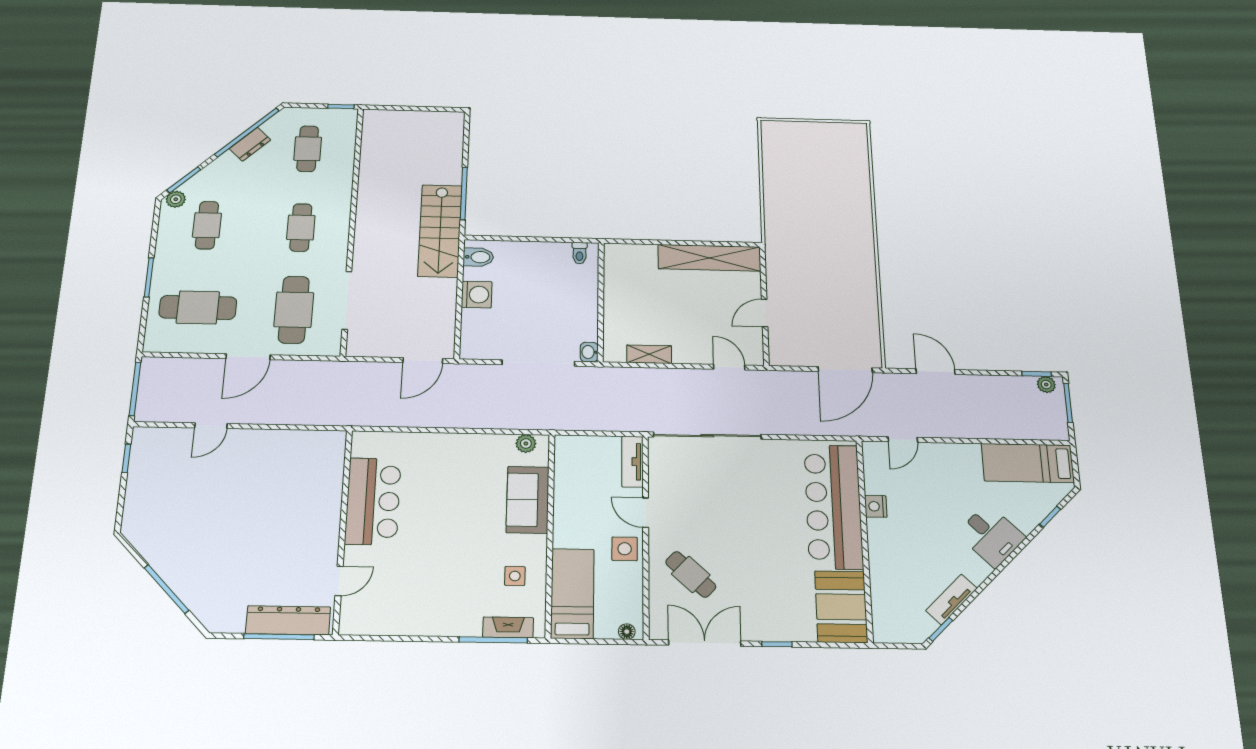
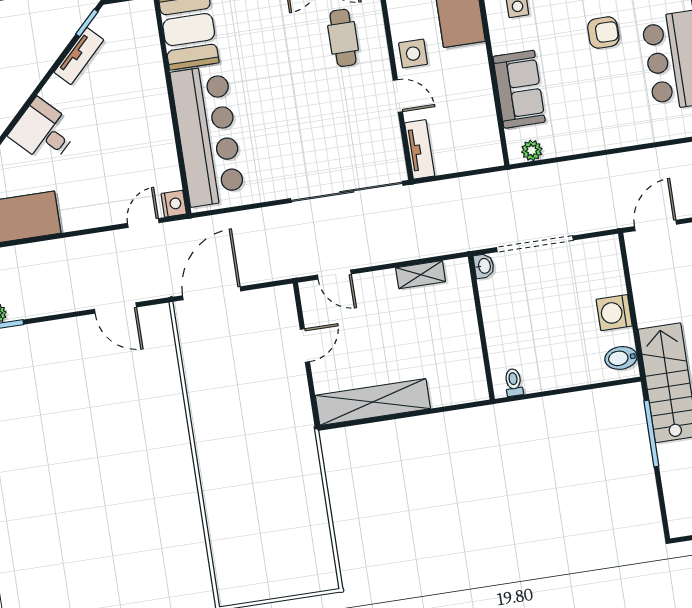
nightstand: (876, 506) -> (174, 204), moved
armchair: (436, 538) -> (603, 33), added
cafe table: (691, 574) -> (343, 38), turned 47

